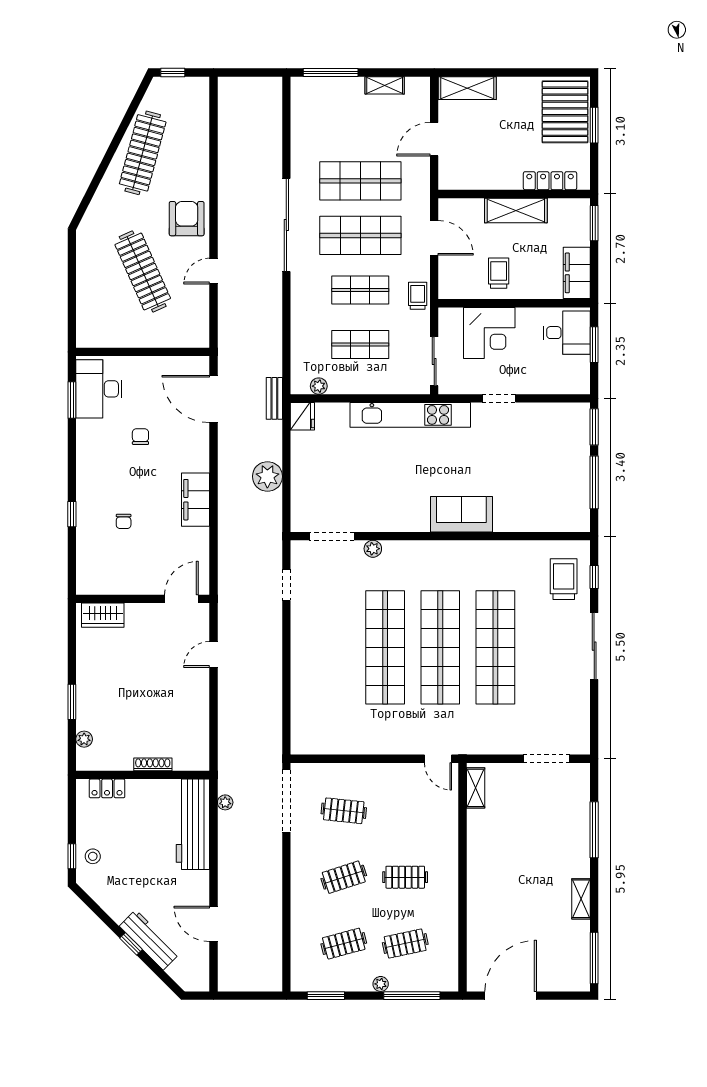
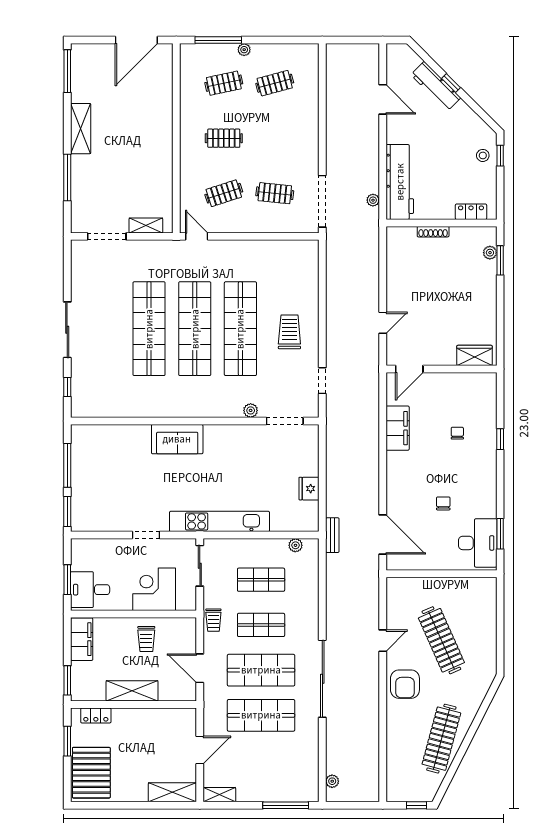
shelving: (385, 85) -> (219, 795), moved
window: (594, 125) -> (67, 741), moved
locker: (550, 181) -> (96, 716), width x0.66
fridge: (302, 416) -> (309, 489), moved
chair: (140, 437) -> (443, 503), turned 180
plant: (267, 476) -> (332, 781), moved, width x0.53, depth x0.53
filing cabinet: (196, 500) -> (398, 428), moved
trolley: (564, 579) -> (289, 332), moved, turned 180
window: (72, 702) -> (500, 260), moved
shelving: (476, 788) -> (146, 225), moved, turned 90
clothes rail: (344, 877) -> (224, 193), moved
shelving: (581, 899) -> (81, 129), width x1.50, depth x1.33
window: (326, 996) -> (290, 40), removed

